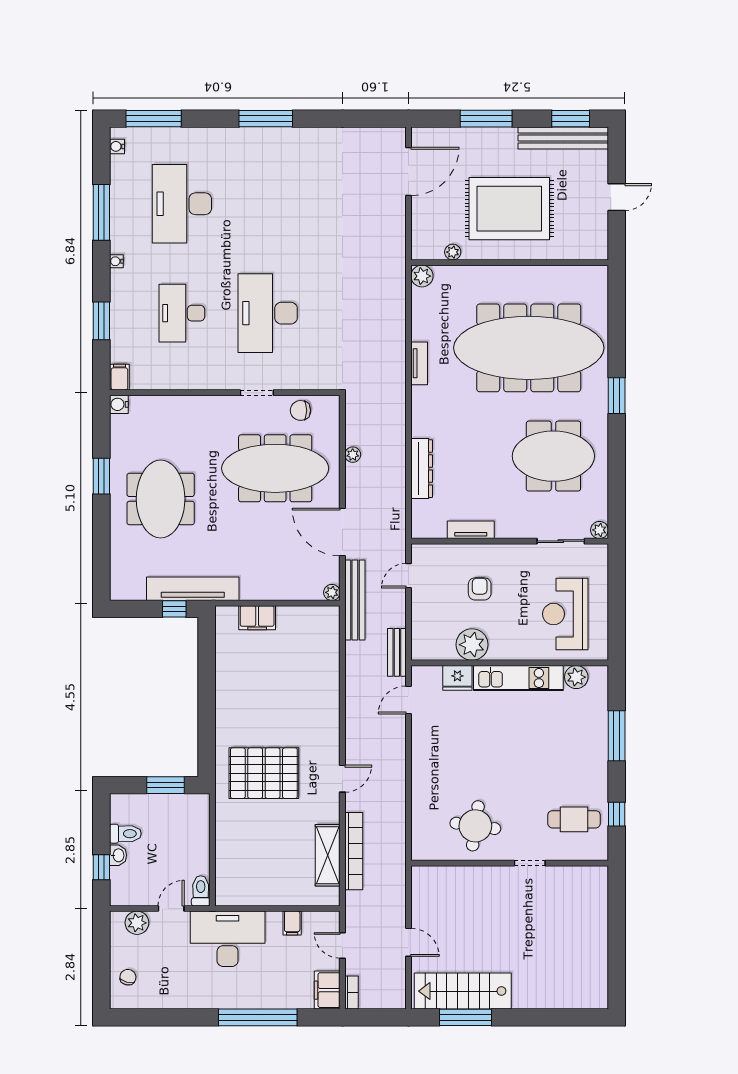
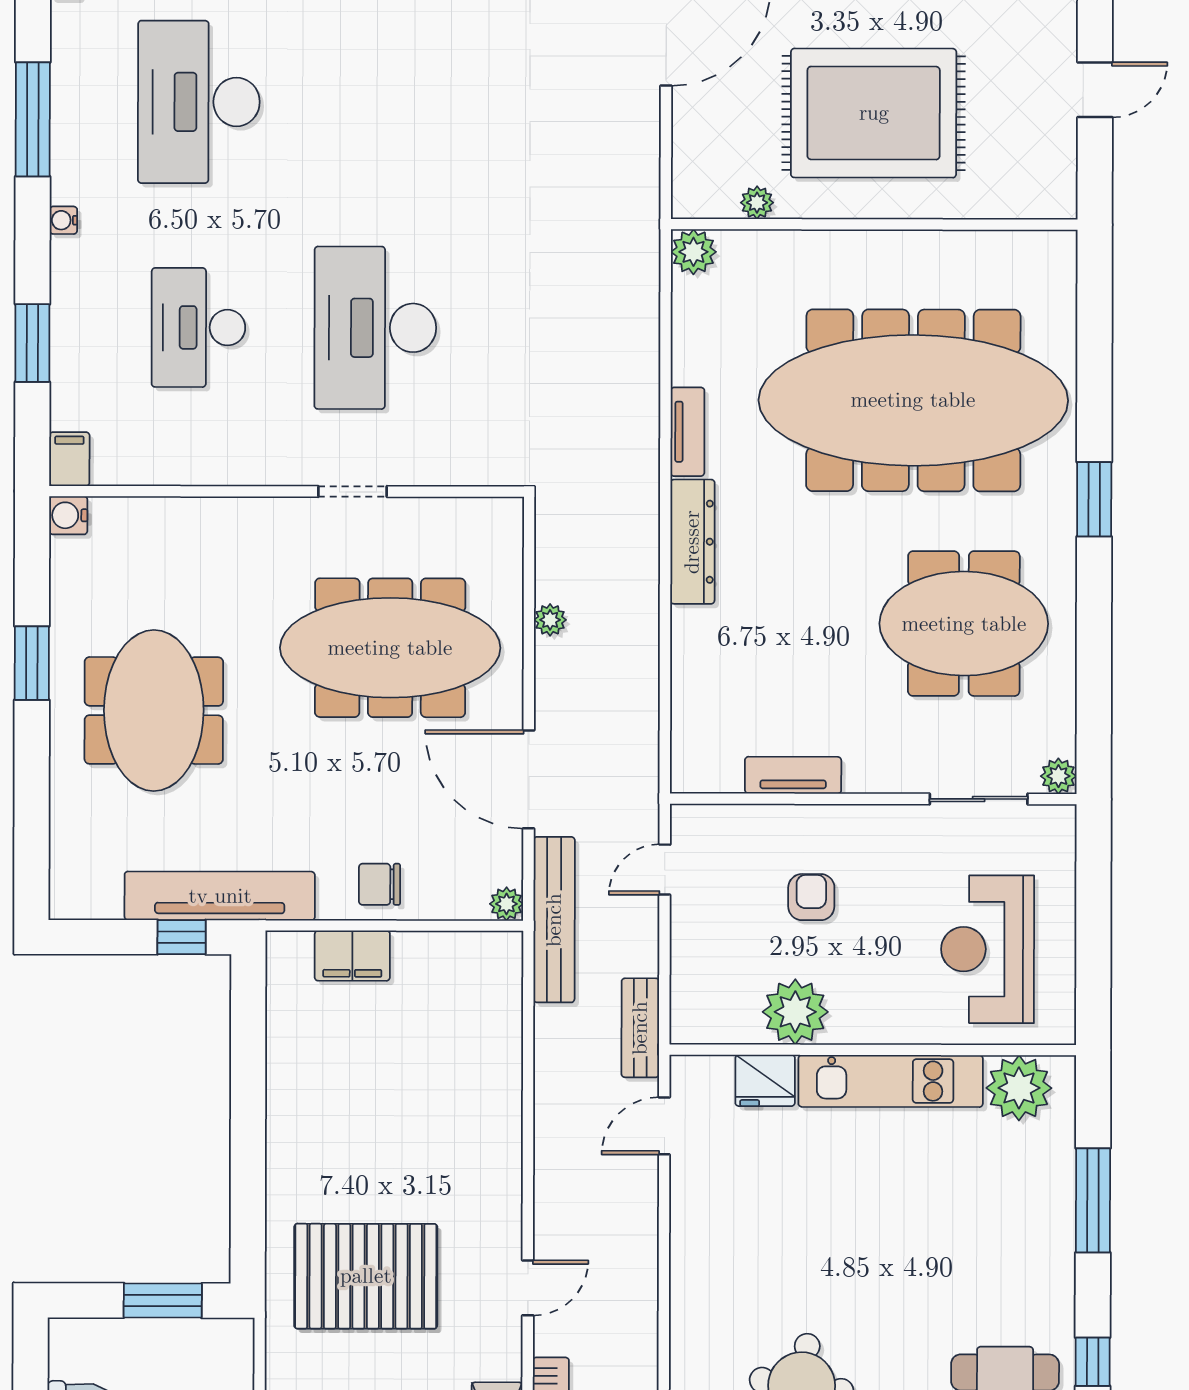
chair: (300, 410) -> (380, 884), moved
dresser: (422, 469) -> (692, 542), moved
plant: (576, 677) -> (1019, 1088), width x1.36, depth x1.36

